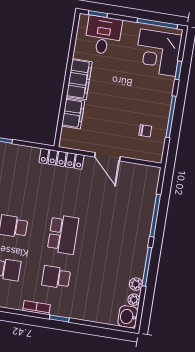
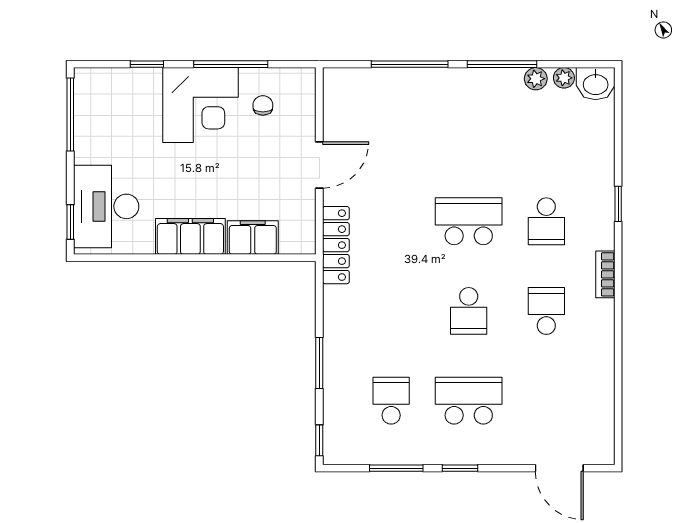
desk: (103, 35) -> (106, 206), width x1.37
corner desk: (158, 53) -> (201, 105), moved
bookcase: (37, 308) -> (605, 274), moved

